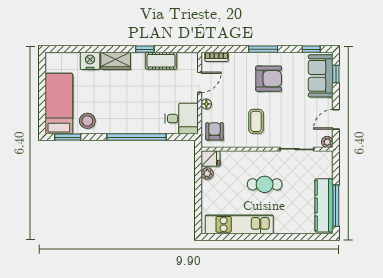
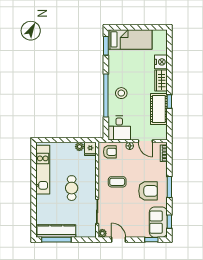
cot: (161, 61) -> (159, 109), width x1.37, depth x1.34
sofa: (321, 76) -> (158, 222), moved, turned -90
armchair: (269, 79) -> (148, 191), turned -90
stool: (87, 121) -> (121, 93), moved

